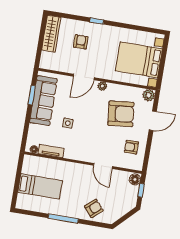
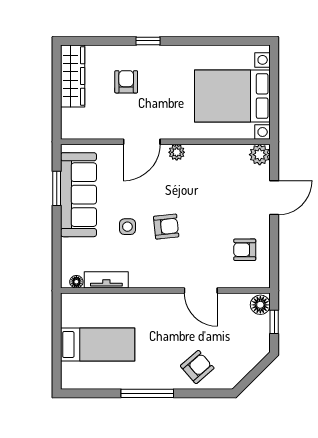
armchair: (121, 114) -> (166, 227), moved, width x0.53, depth x0.53

